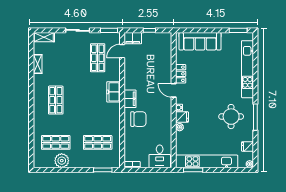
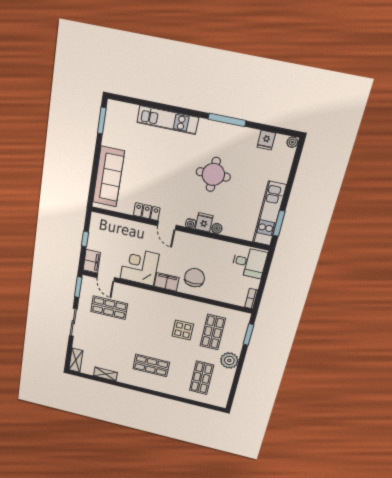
kitchen unit: (248, 69) -> (168, 120), width x0.73
corner desk: (137, 76) -> (139, 266), added
door: (174, 90) -> (167, 226), hinge flipped
freezer: (113, 92) -> (154, 299), removed
round table: (231, 117) -> (213, 174), moved
display table: (93, 119) -> (183, 330), added
plant: (62, 161) -> (229, 360), moved
kitchen unit: (207, 161) -> (269, 214), width x0.73

